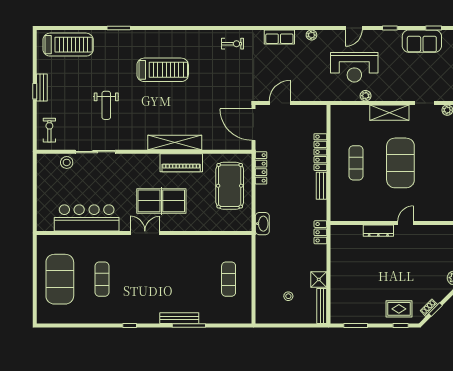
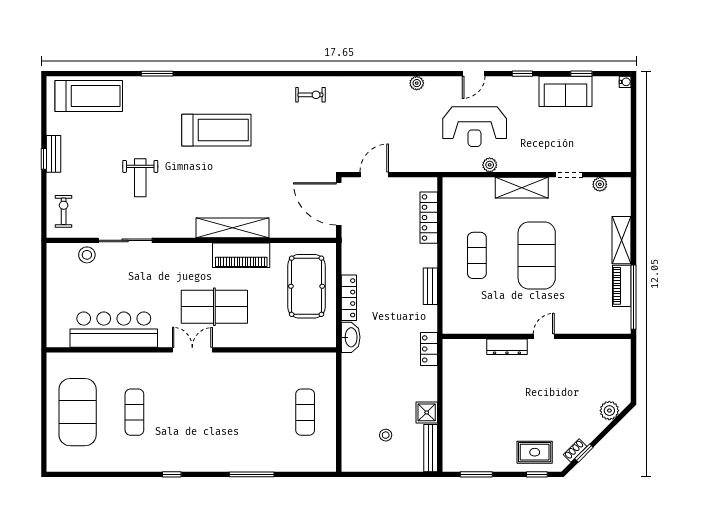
row of seats: (279, 37) -> (374, 86), removed
locker: (320, 152) -> (429, 218), moved
locker: (261, 168) -> (349, 298), moved
bench: (179, 318) -> (239, 465), removed

